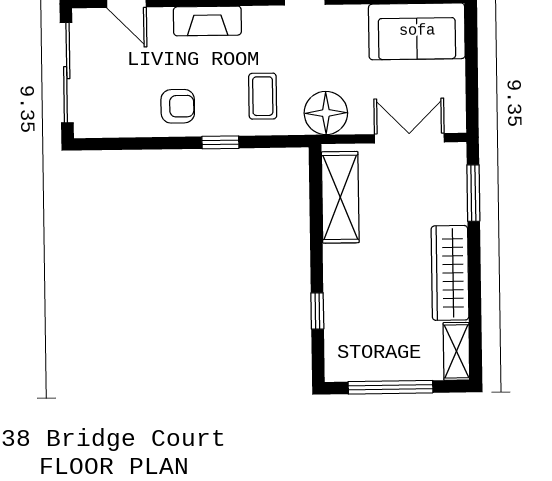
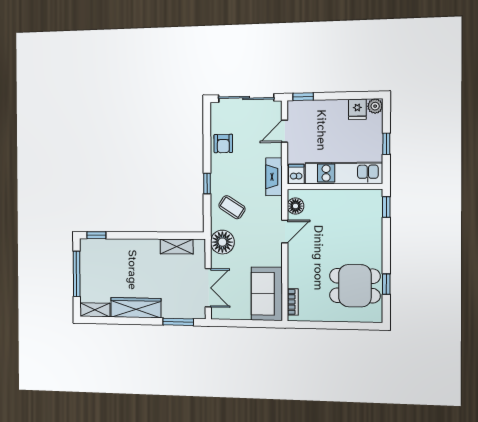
coffee table: (263, 96) -> (232, 207), turned 33
armchair: (178, 106) -> (223, 143), moved
shelving: (340, 197) -> (177, 246), width x0.67, depth x0.75
window: (317, 311) -> (96, 235), moved

